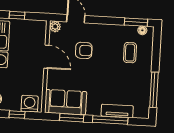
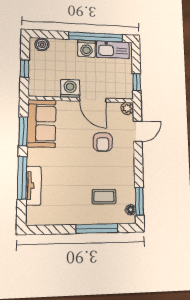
window: (17, 15) -> (137, 82), moved
door: (46, 57) -> (93, 100), hinge flipped
window: (154, 90) -> (97, 229), moved
washing machine: (30, 104) -> (70, 88), moved, turned -90

